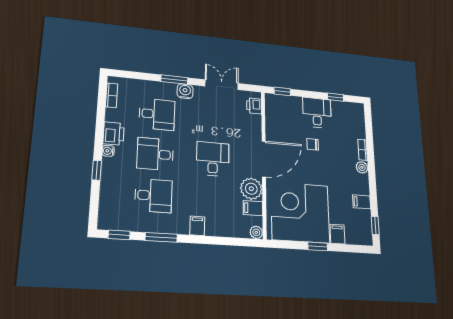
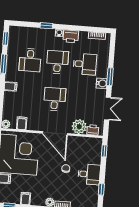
desk: (157, 114) -> (85, 64), turned -90
desk: (213, 159) -> (55, 99), turned -90
plant: (251, 189) -> (79, 127), moved

